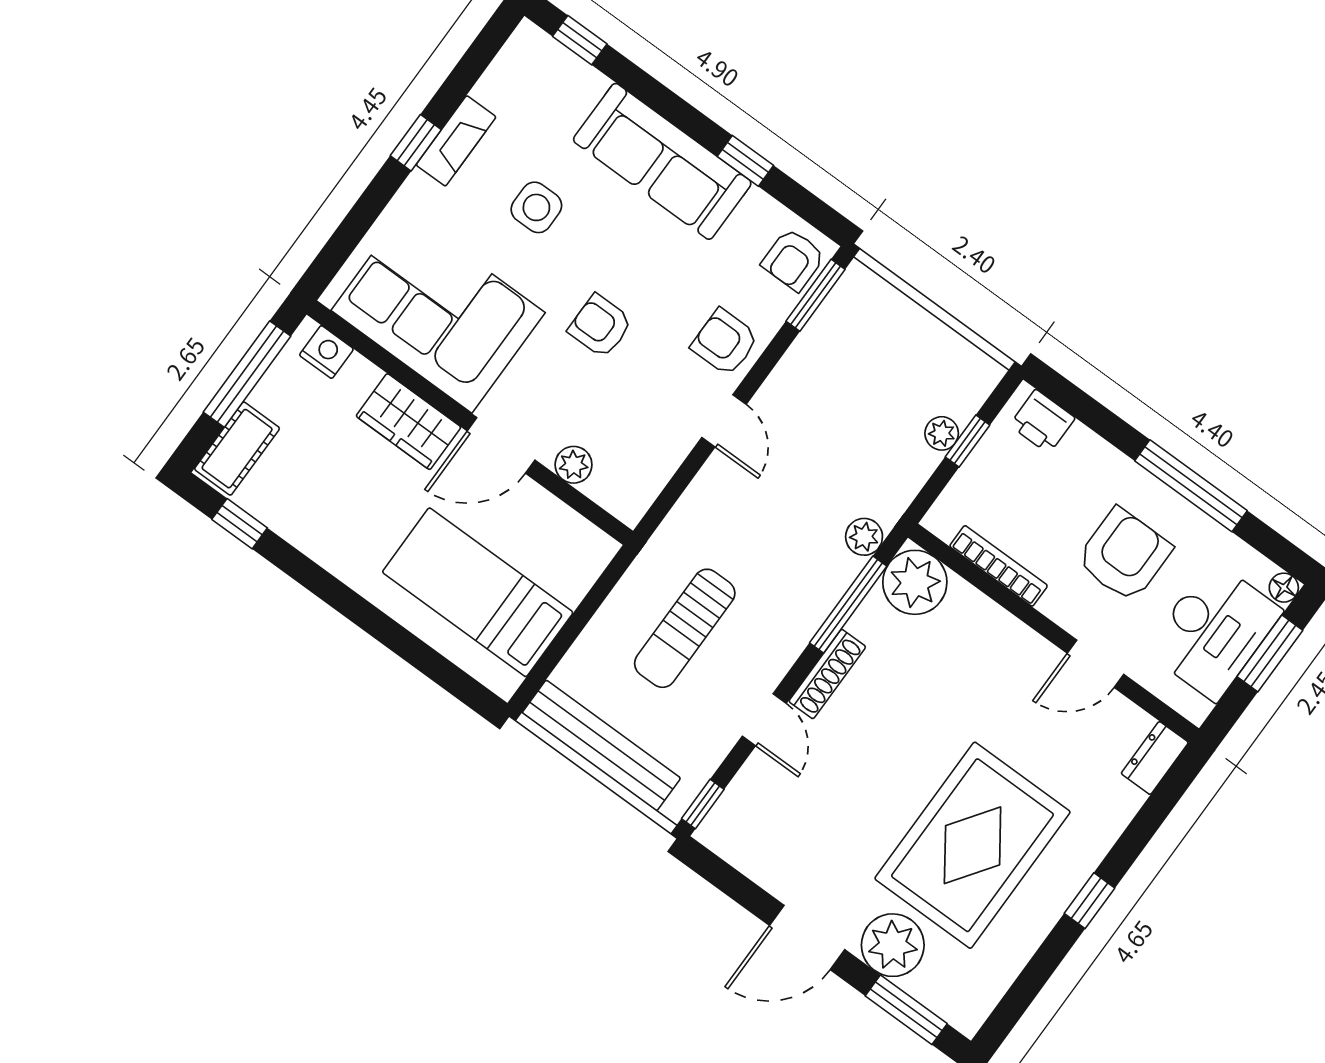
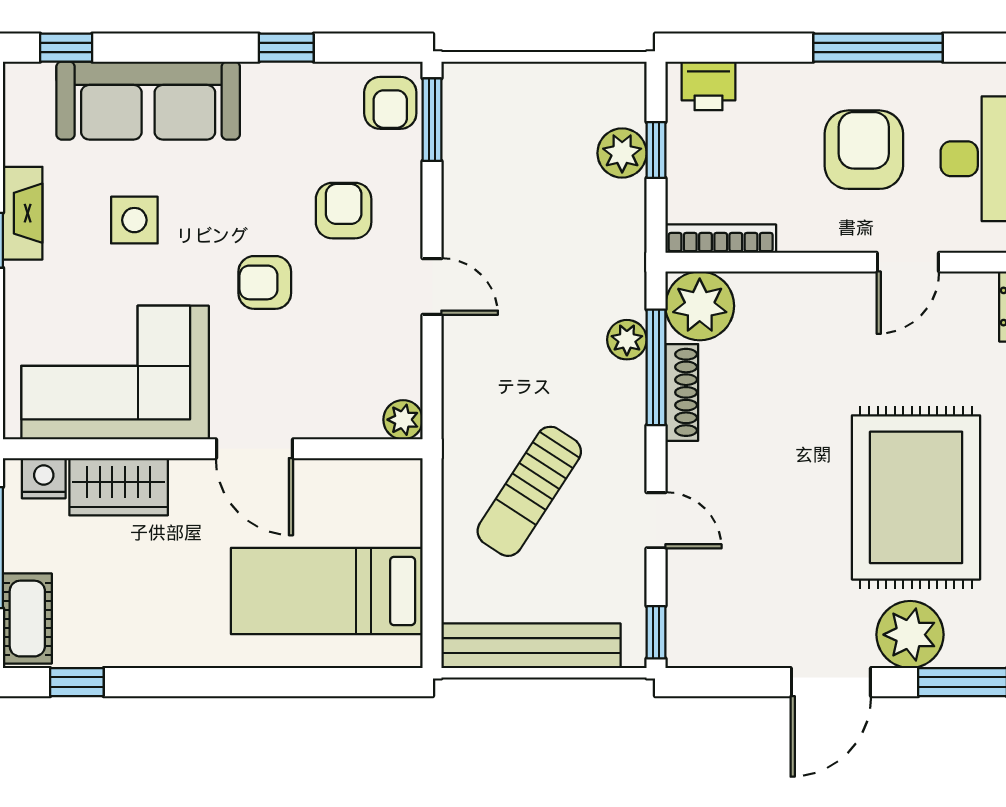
sofa: (662, 161) -> (148, 101), moved
armchair: (725, 342) -> (344, 211), moved, turned 90
wardrobe: (408, 422) -> (119, 487), moved
plant: (942, 433) -> (622, 153), width x1.38, depth x1.38
door: (501, 445) -> (254, 449), hinge flipped
plant: (574, 465) -> (403, 420), moved
plant: (864, 537) -> (627, 340), moved
bookcase: (999, 566) -> (721, 239), moved
sun lounger: (685, 628) -> (529, 491), turned 33
shoe rack: (827, 674) -> (682, 392), moved

